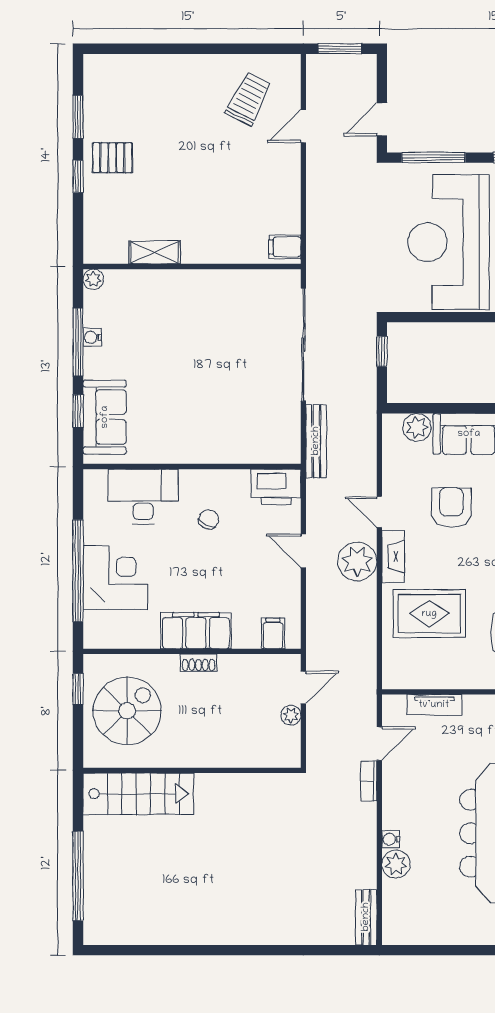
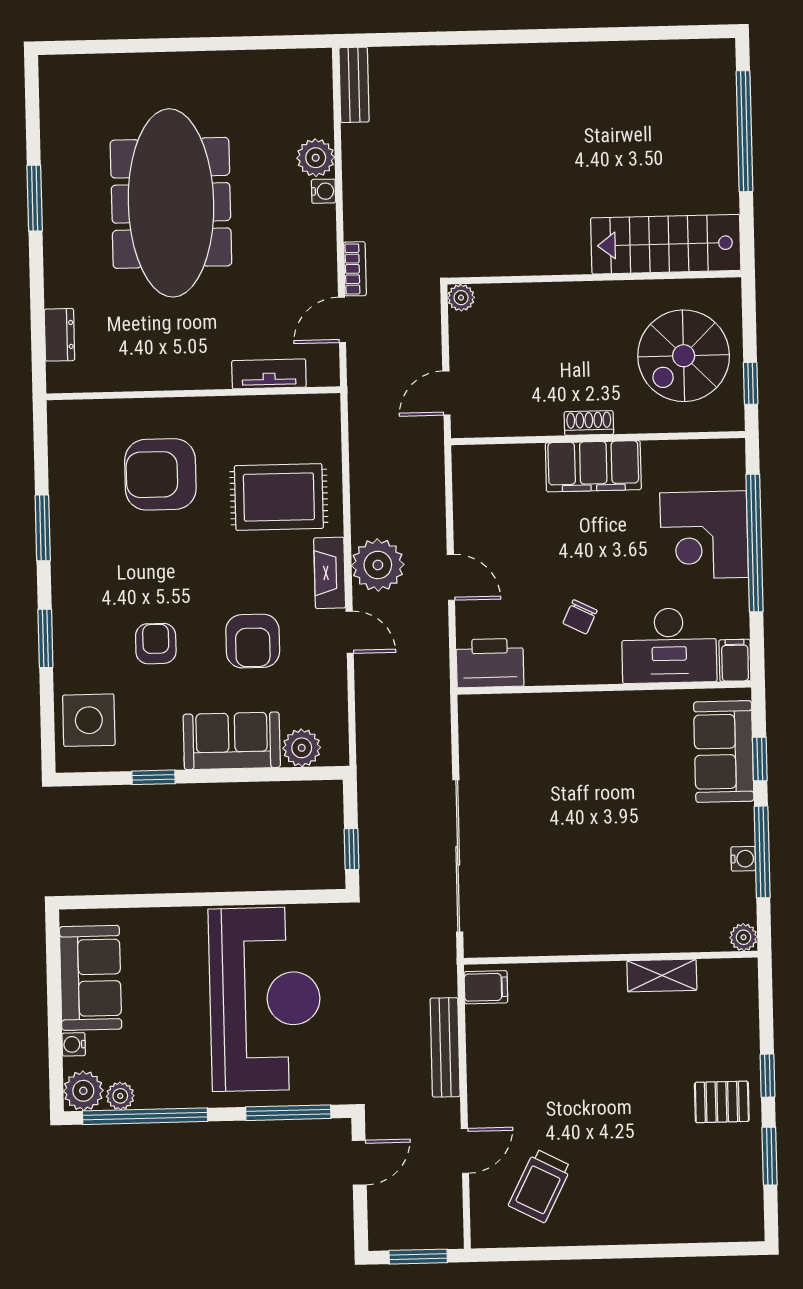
bench: (316, 441) -> (445, 1047), moved
filing cabinet: (273, 633) -> (735, 660), moved, turned 180
plant: (291, 715) -> (461, 298), moved

